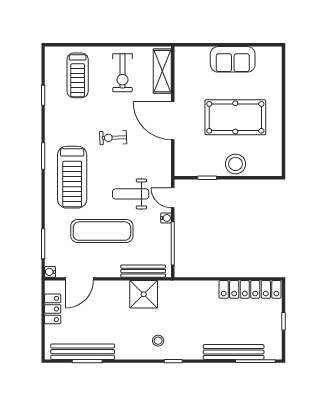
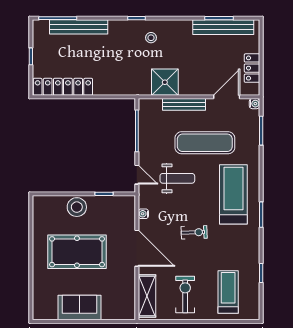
water cooler: (166, 218) -> (143, 214), moved
bench: (143, 271) -> (184, 104), moved

